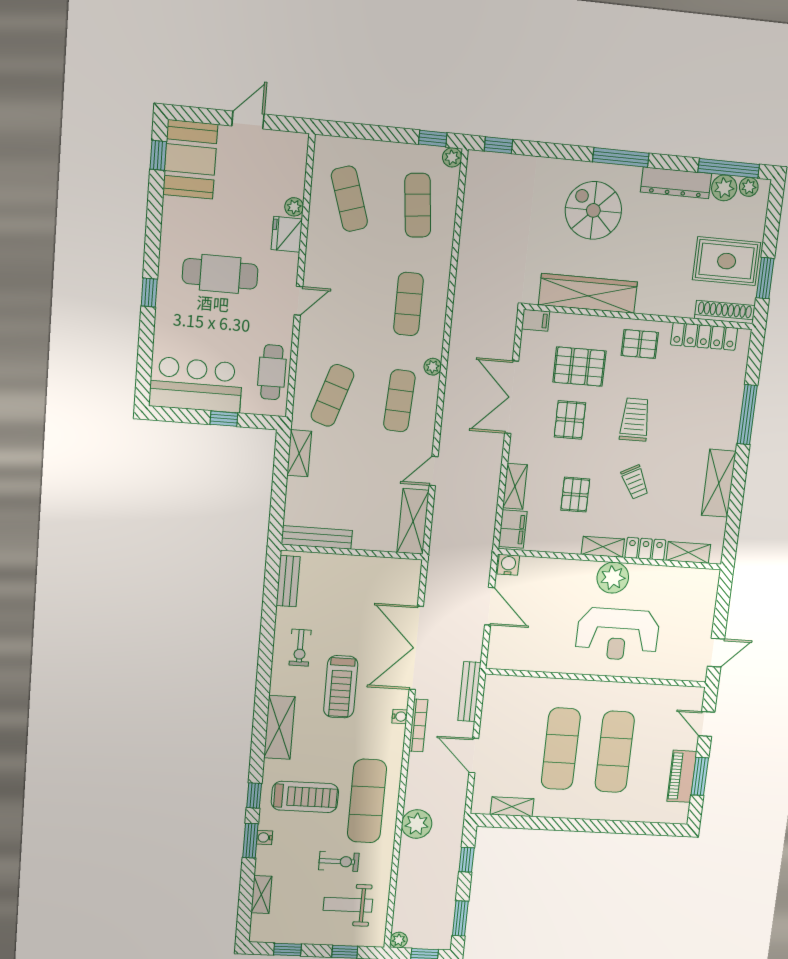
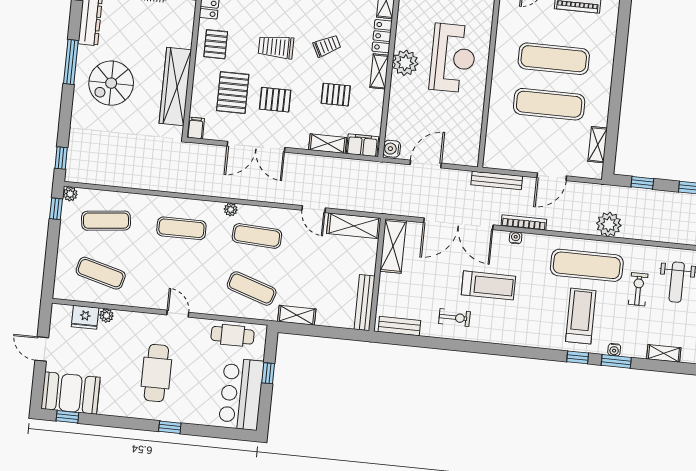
exercise mat: (349, 199) -> (101, 273), turned 33
fridge: (287, 234) -> (85, 317), moved
shelving: (279, 727) -> (393, 246), moved, turned 90

